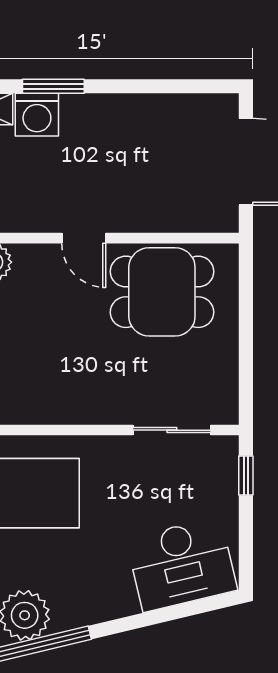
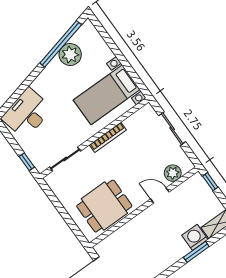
door: (84, 238) -> (160, 195), moved
bookcase: (65, 414) -> (108, 137), added

